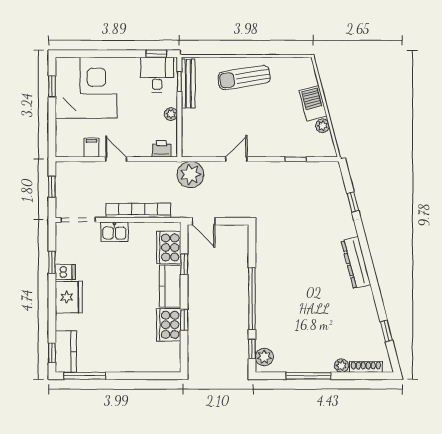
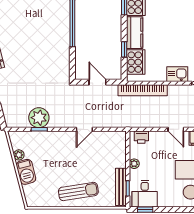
plant: (190, 175) -> (39, 118), moved
bookcase: (138, 210) -> (143, 90), moved
door: (204, 221) -> (98, 82), moved

